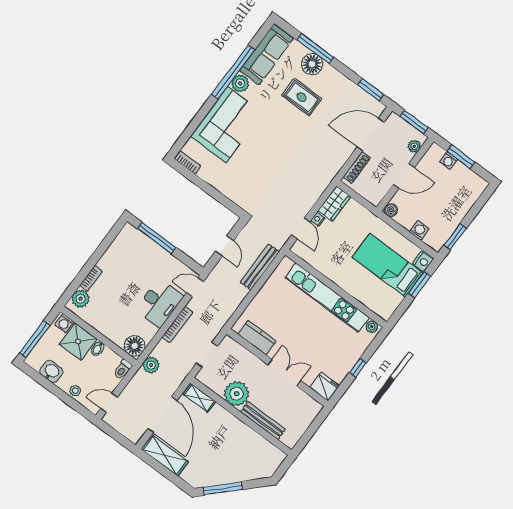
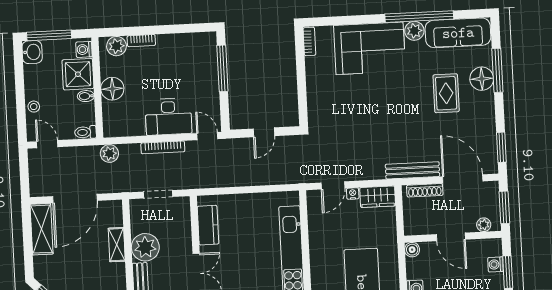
bench: (260, 267) -> (412, 170), moved
floor lamp: (135, 346) -> (112, 89), moved
washbasin: (51, 372) -> (32, 52), moved
shelving: (199, 398) -> (117, 245), moved

